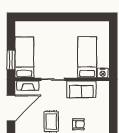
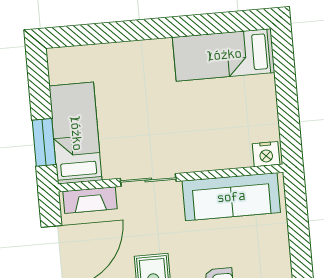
bed: (87, 57) -> (224, 55), moved, turned -90
sofa: (81, 89) -> (231, 197), width x1.36

